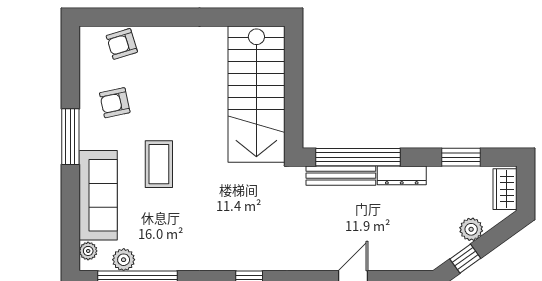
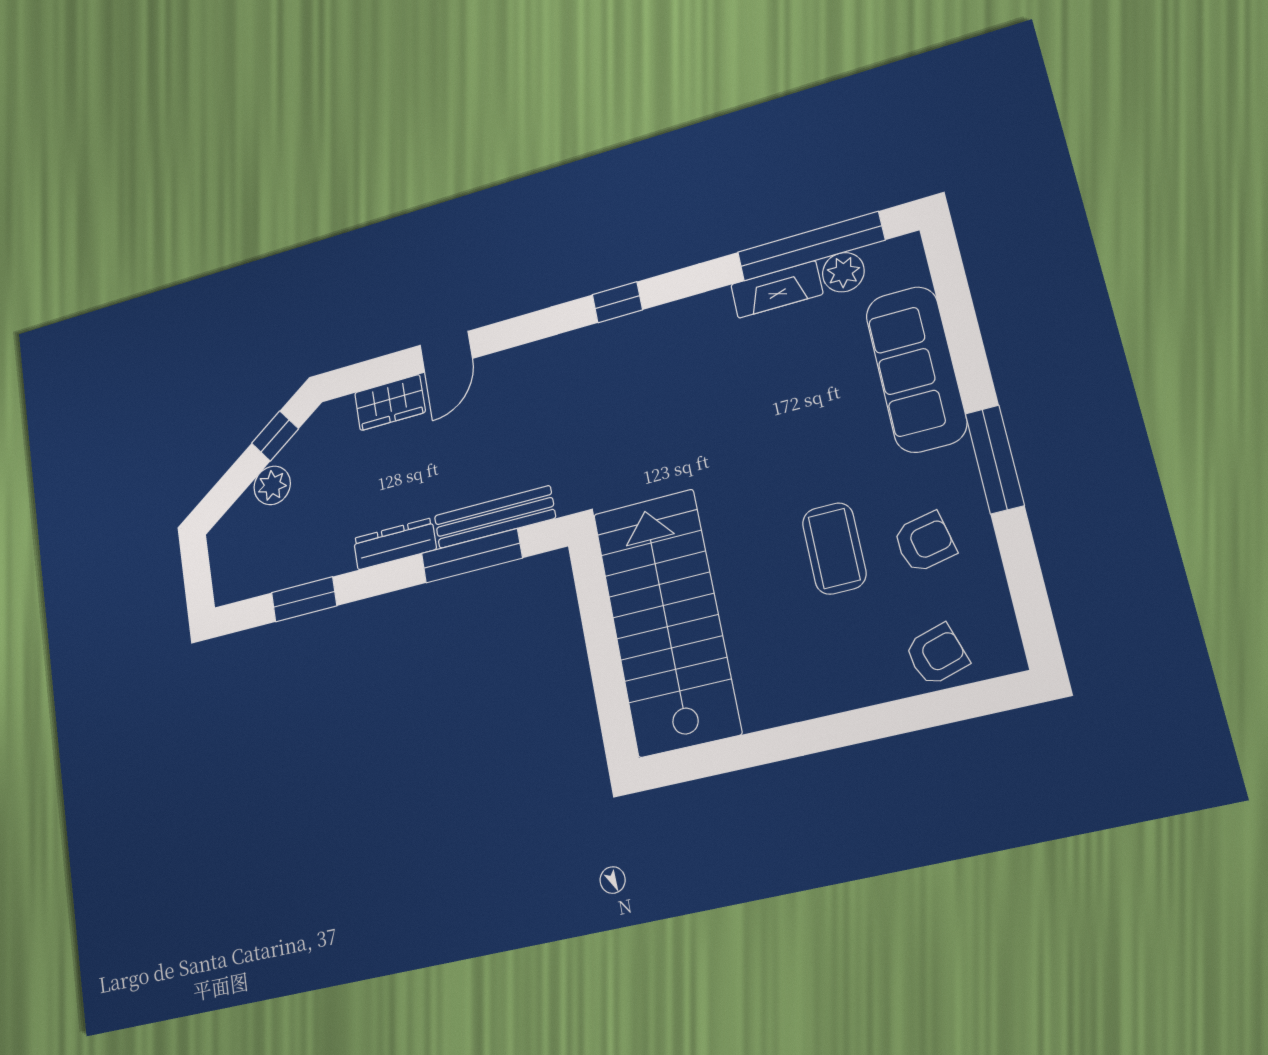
window: (358, 157) -> (472, 556), width x0.68
coffee table: (159, 164) -> (834, 548), moved
wardrobe: (505, 189) -> (390, 403), moved, turned 90
plant: (88, 251) -> (911, 269), removed
fireplace: (161, 261) -> (777, 289), added

